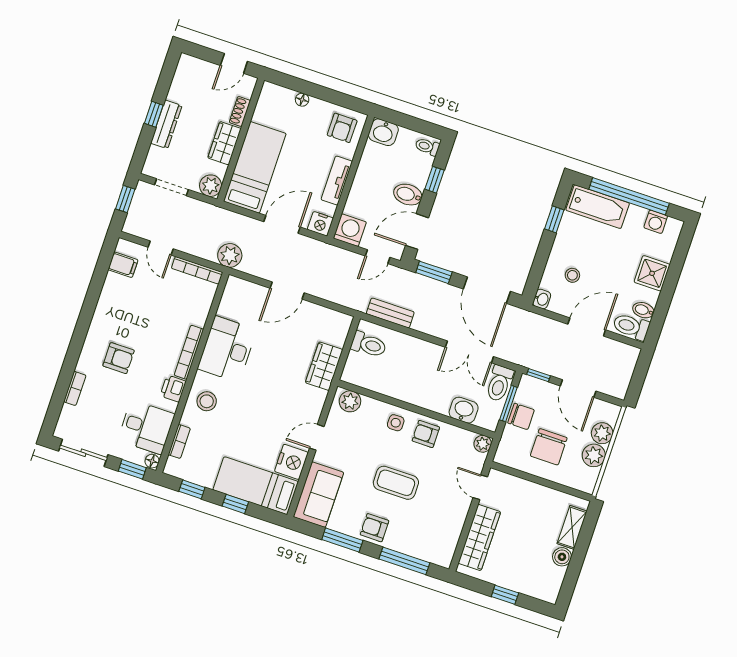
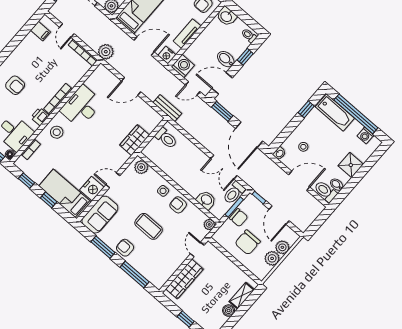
bench: (390, 313) -> (167, 108), moved

